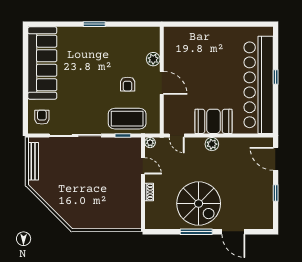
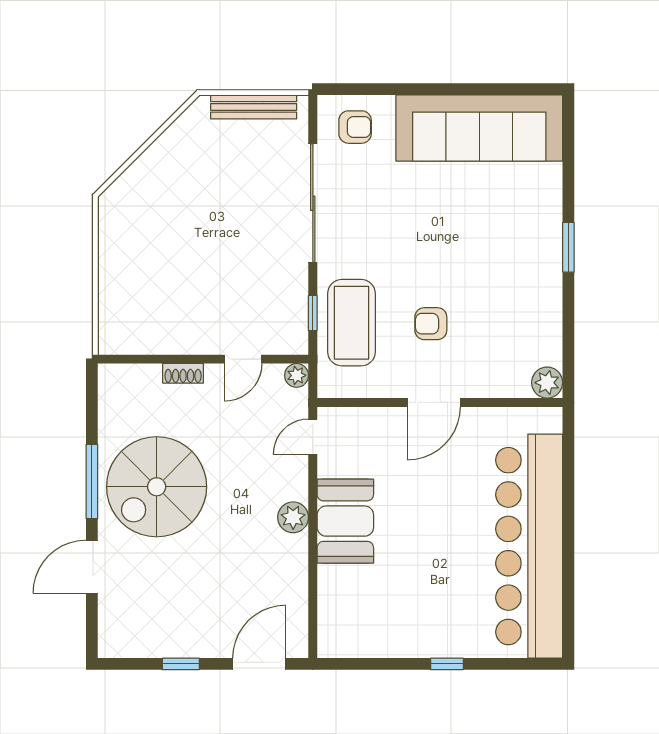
plant: (153, 59) -> (547, 383), moved
bar counter: (259, 85) -> (529, 546), moved, turned -90

